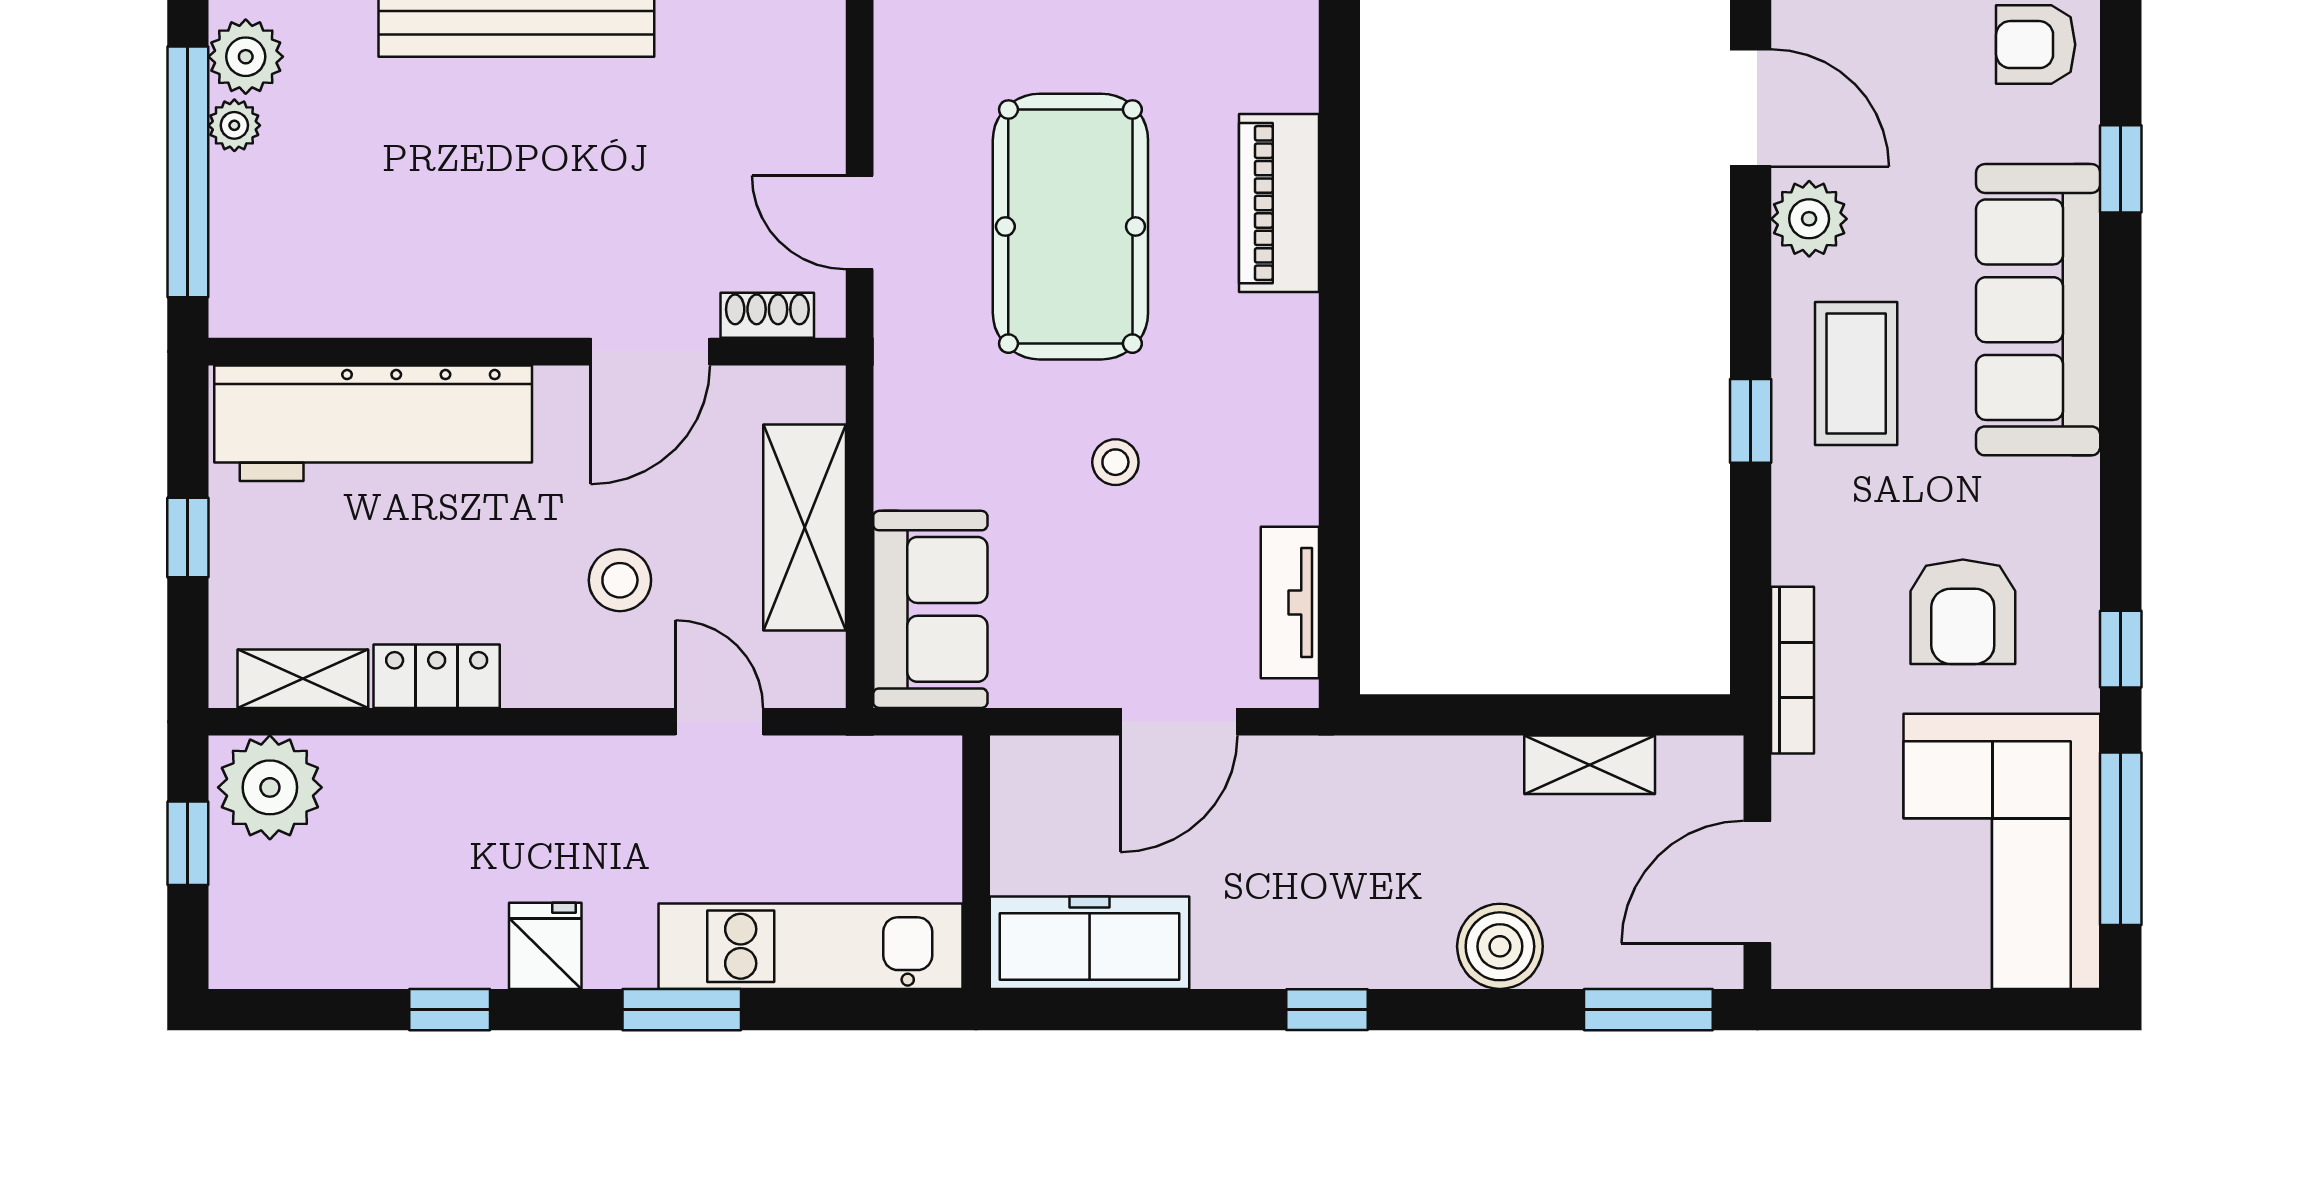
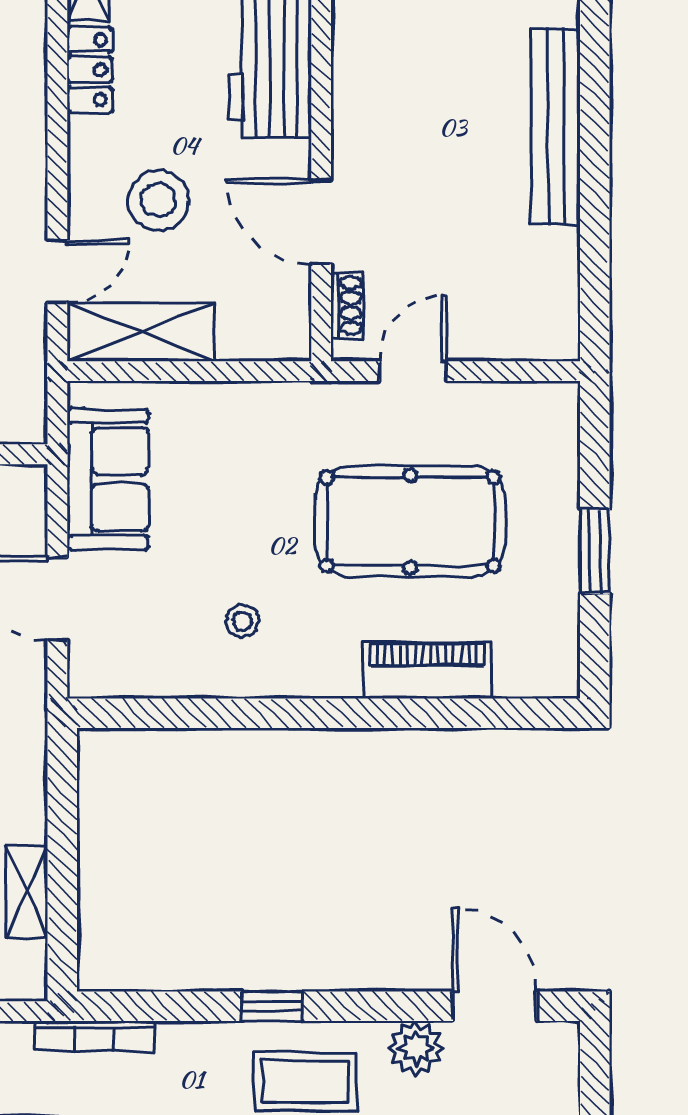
door: (1751, 108) -> (495, 1006), swing flipped
stool: (1115, 462) -> (242, 621), moved
shelving: (805, 528) -> (141, 332), moved
stool: (620, 580) -> (158, 200), width x1.38, depth x1.38
tv unit: (1290, 602) -> (142, 678), removed
sofa: (930, 609) -> (108, 479), moved, turned -90

